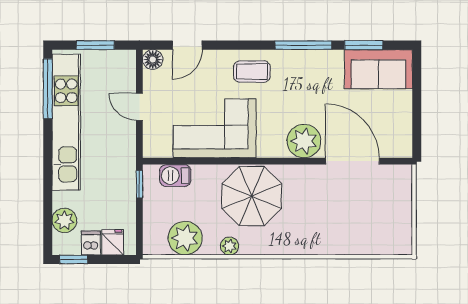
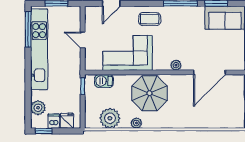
floor lamp: (153, 60) -> (91, 12), removed
plant: (304, 141) -> (176, 65), width x0.53, depth x0.53
door: (352, 161) -> (209, 72), swing flipped

